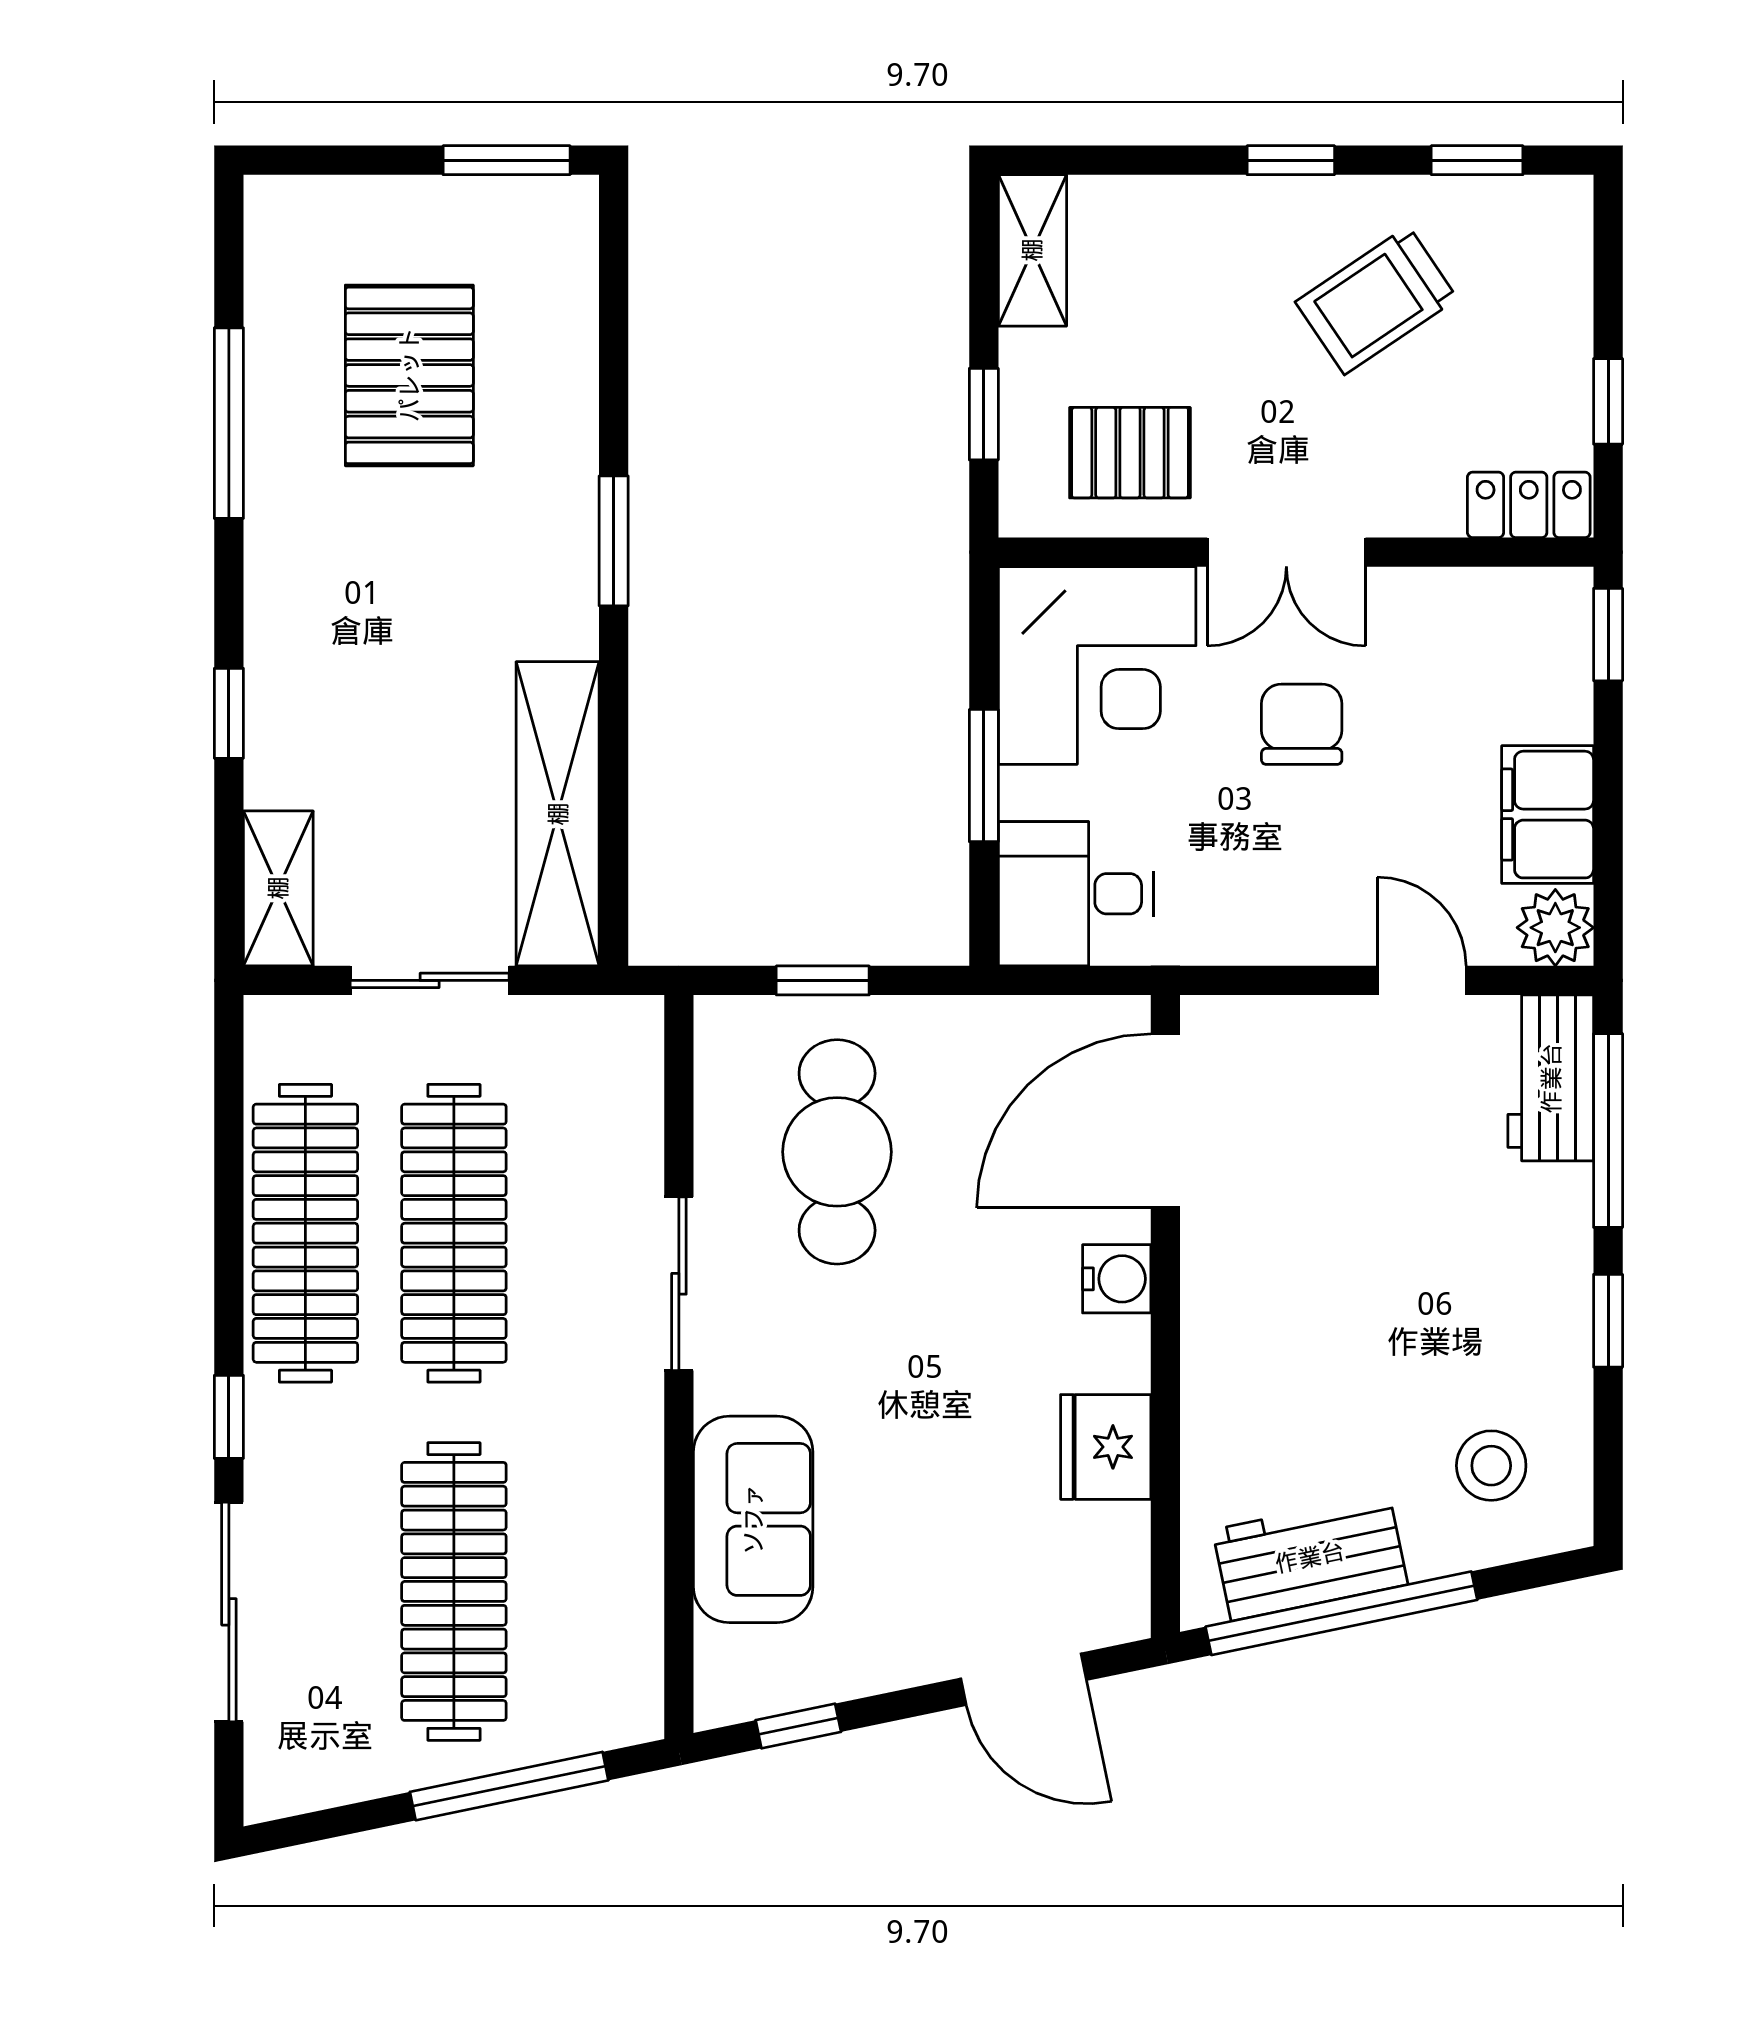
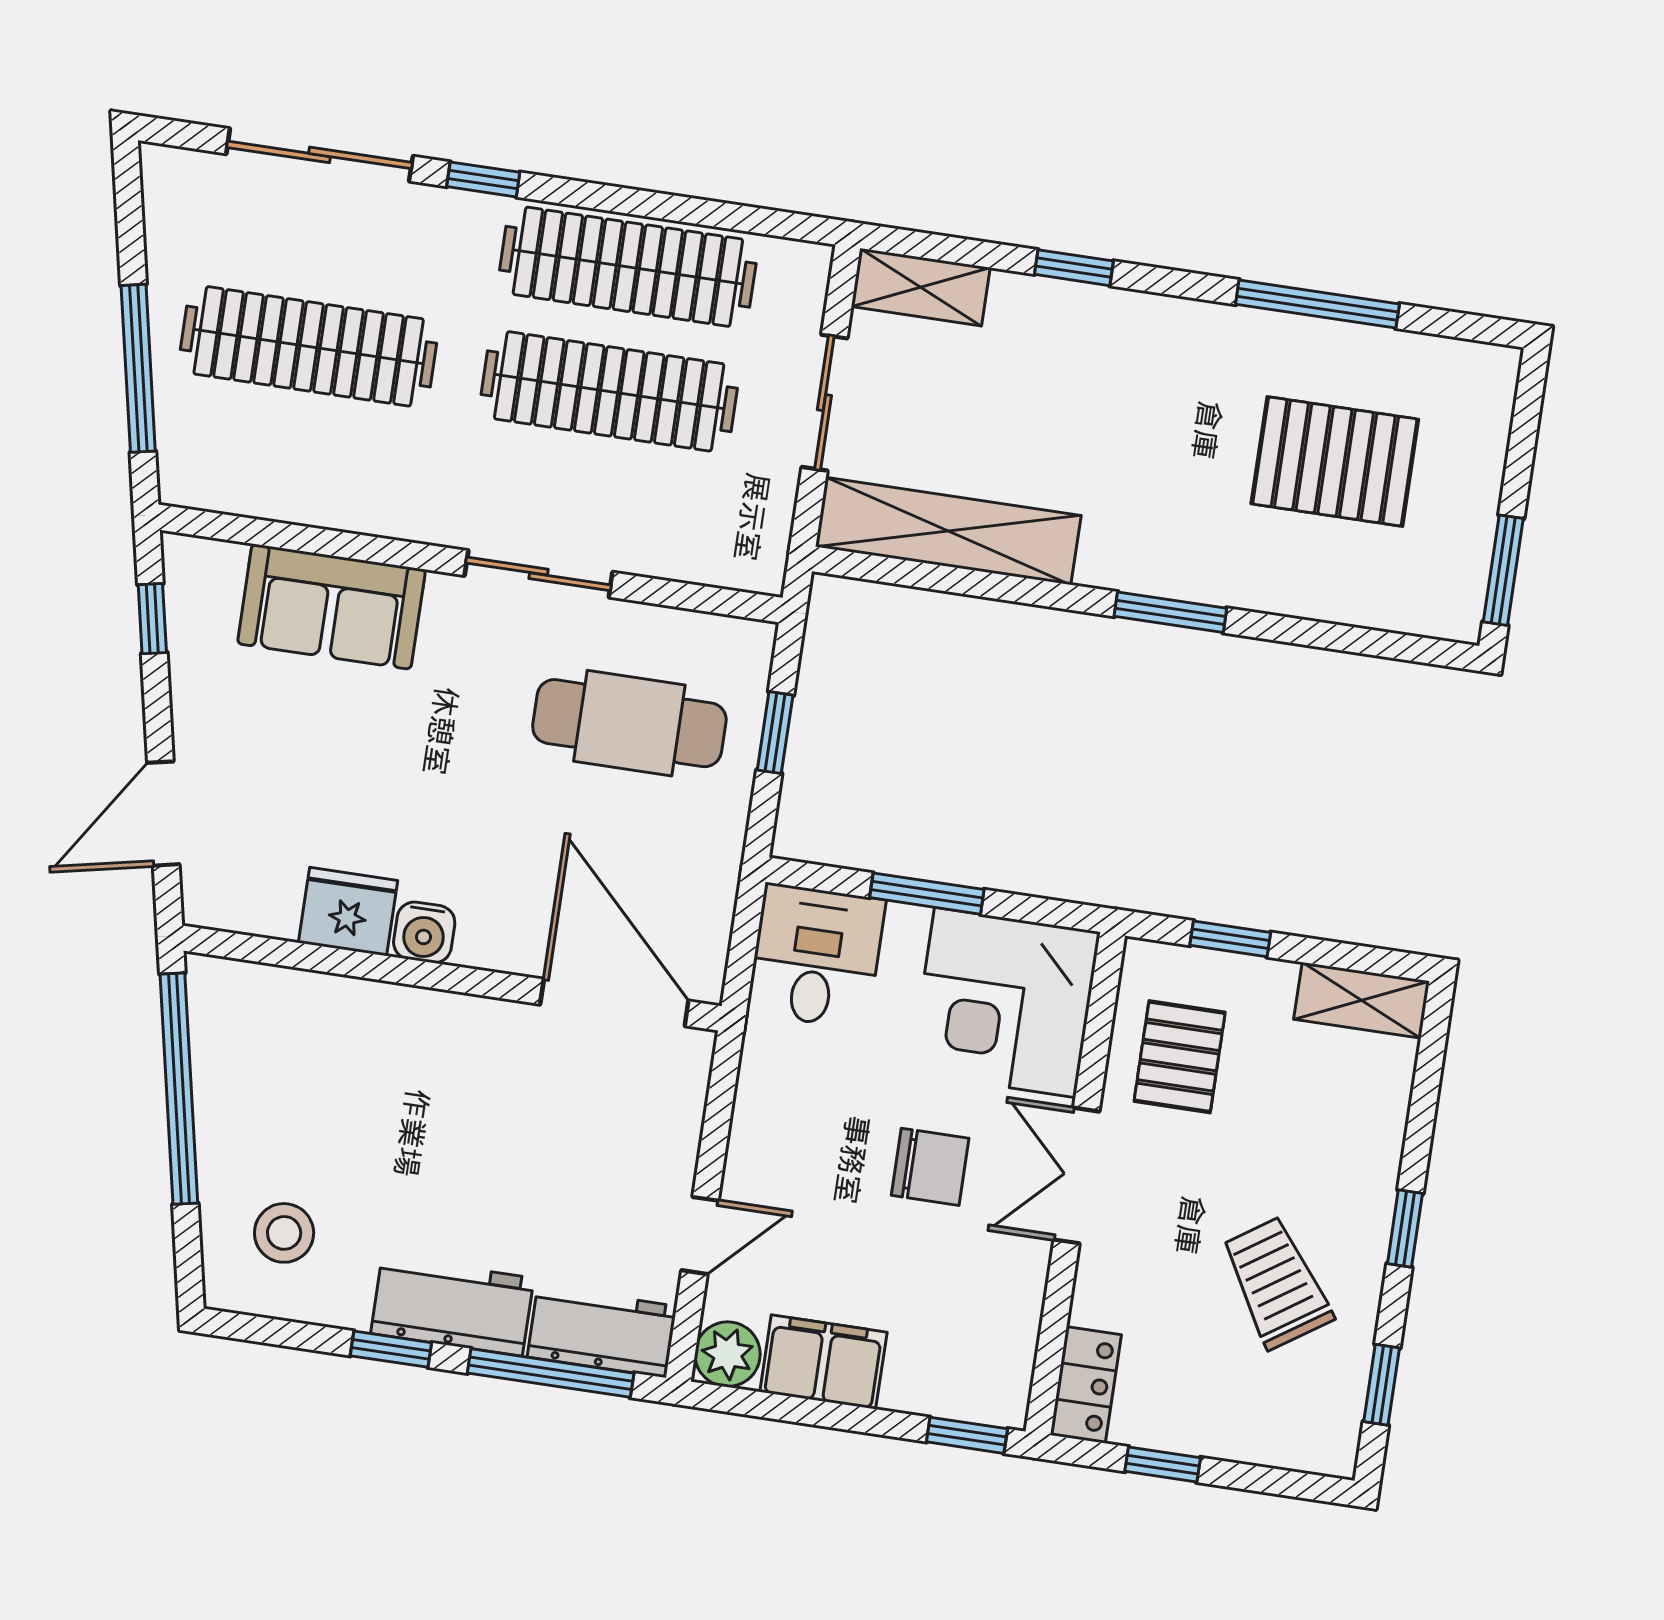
water cooler: (1117, 1279) -> (424, 932), moved
workbench: (1310, 1557) -> (452, 1306), moved, turned -78

